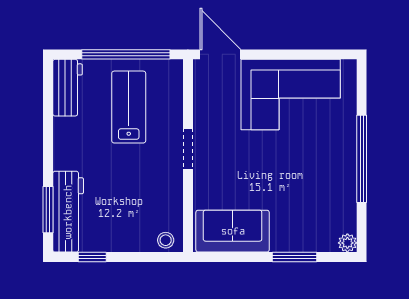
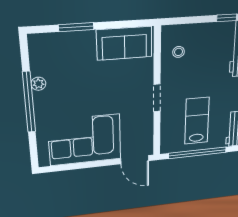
lab bench: (129, 107) -> (197, 121), turned 180
stool: (166, 240) -> (179, 52), moved
plant: (347, 243) -> (38, 84), moved

